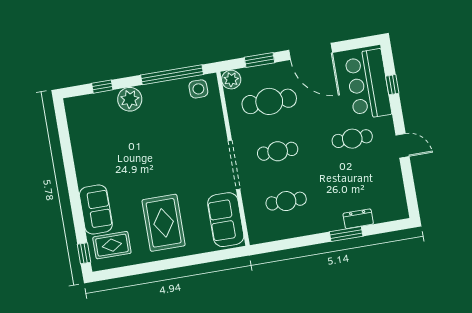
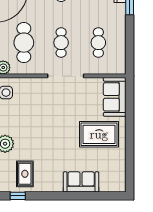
sofa: (226, 220) -> (115, 97), moved, turned 90
rug: (112, 245) -> (25, 174), moved
window: (84, 253) -> (18, 196), moved

